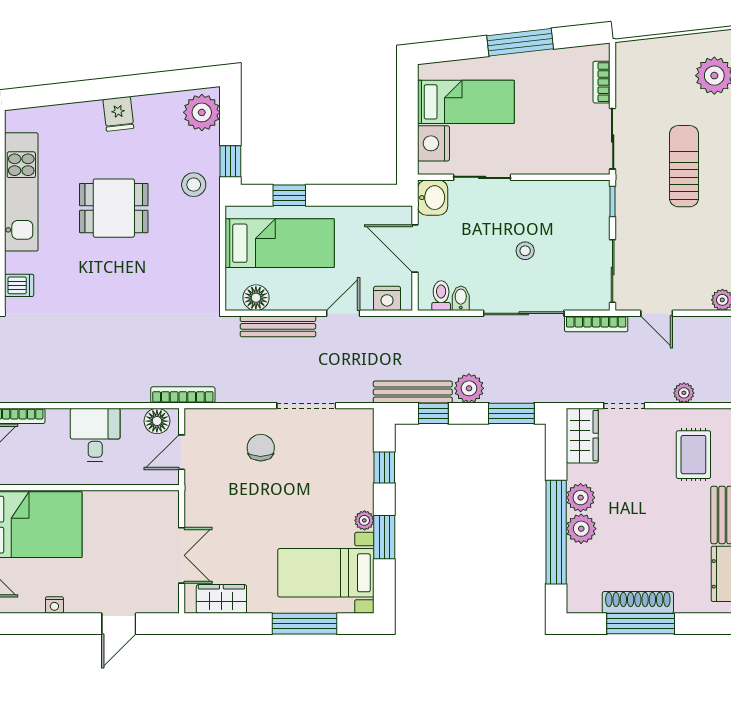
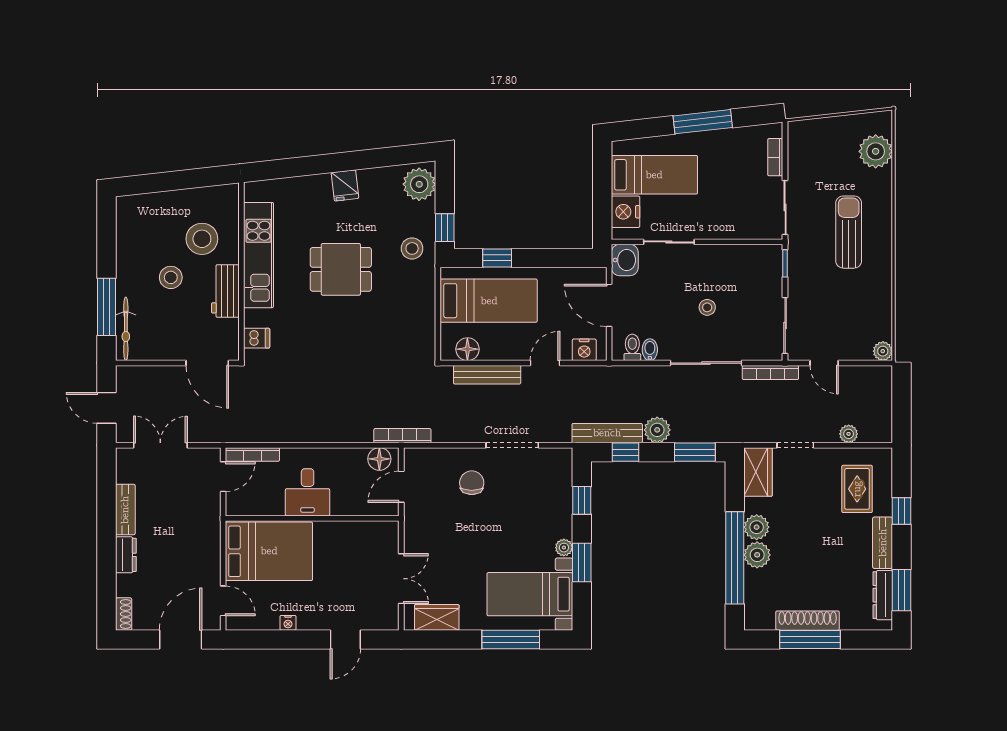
desk: (95, 435) -> (308, 492), moved, turned 180

